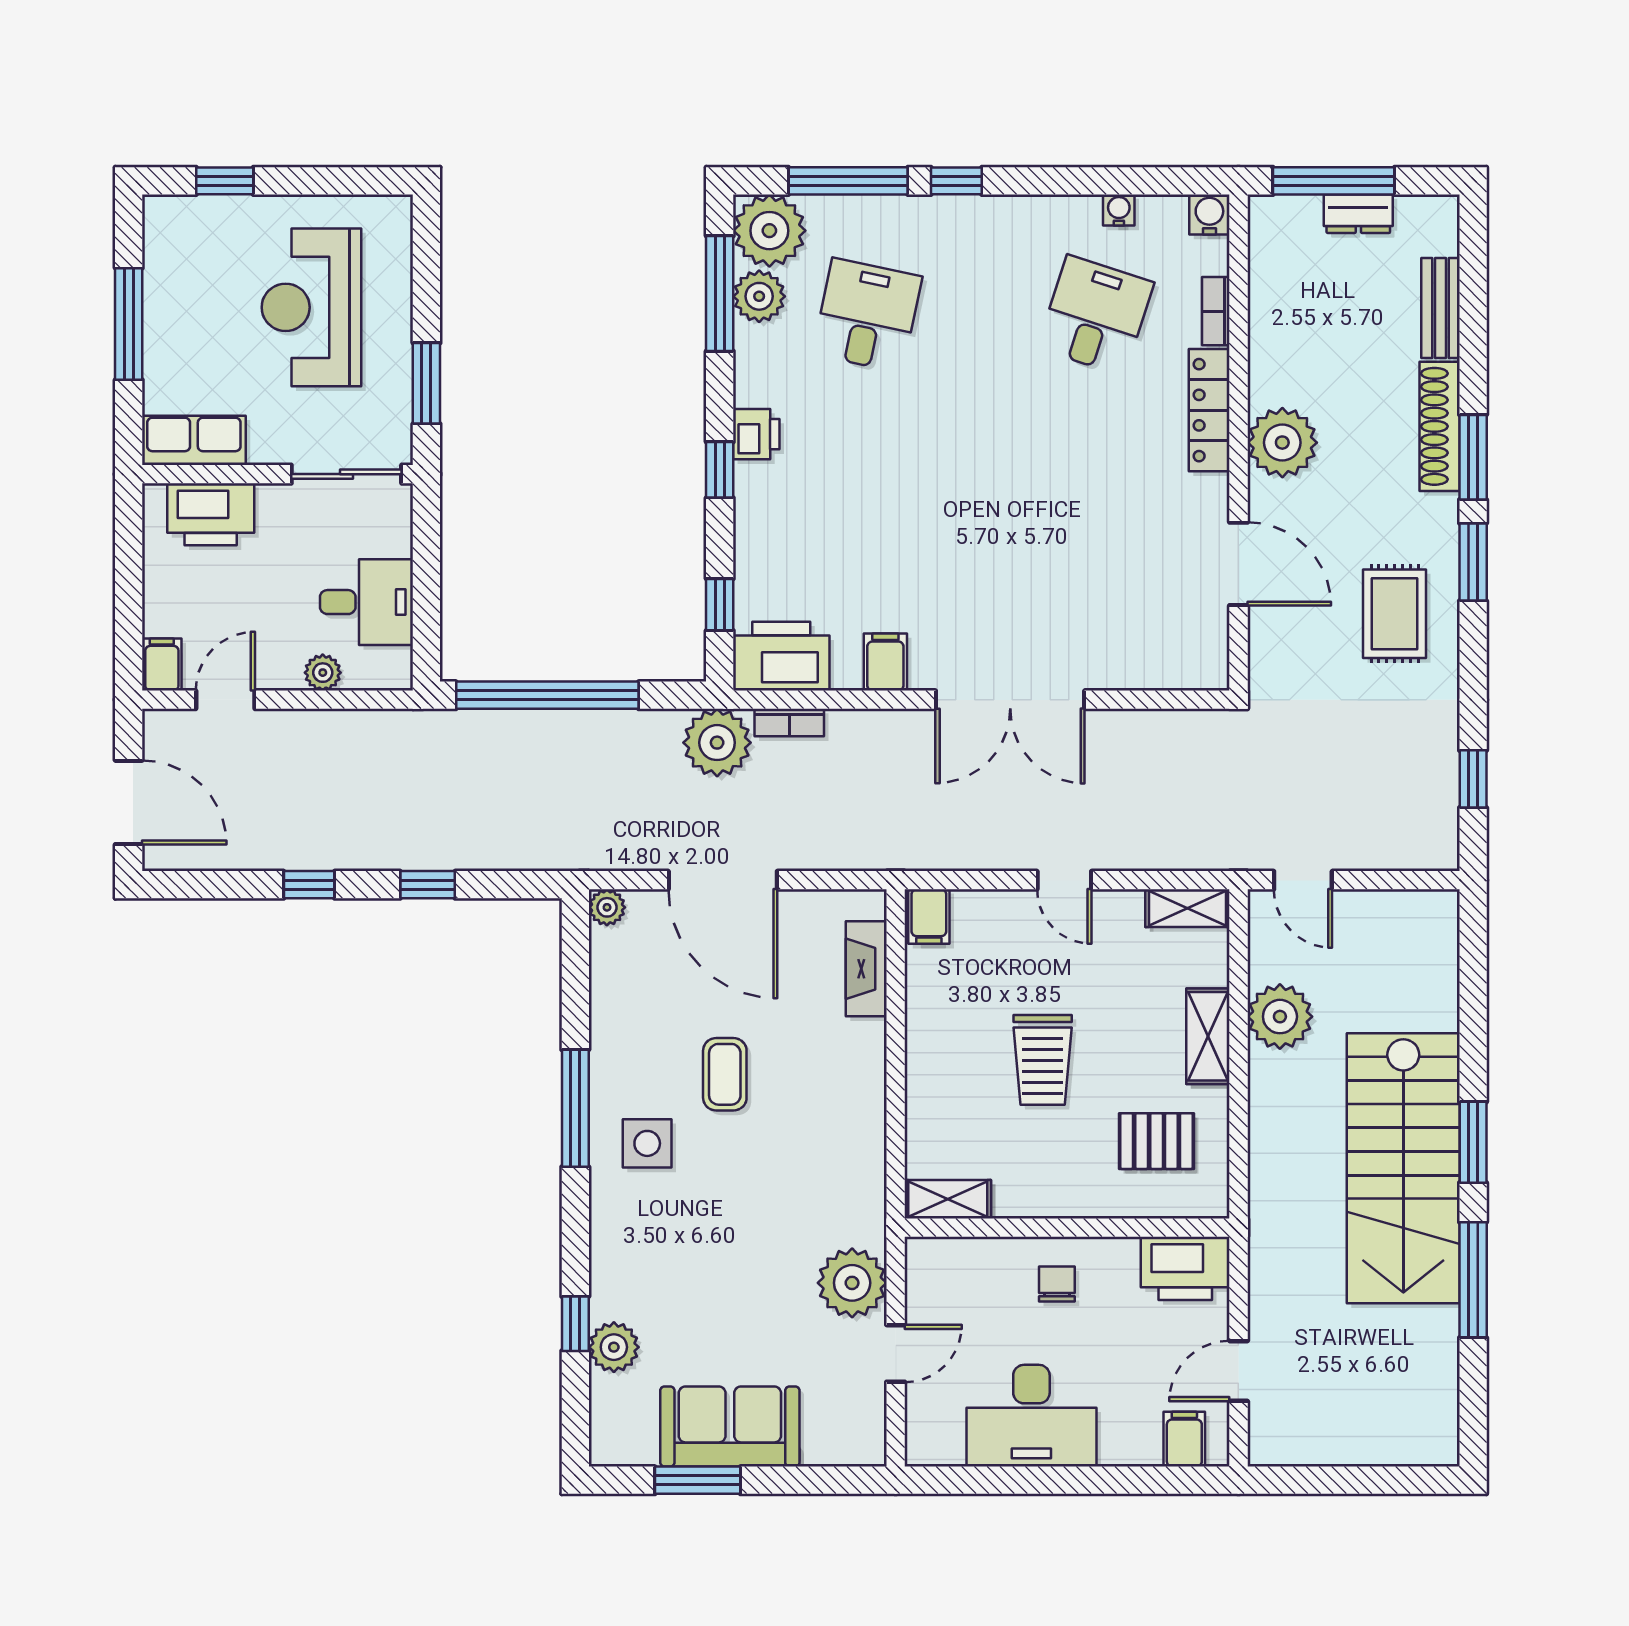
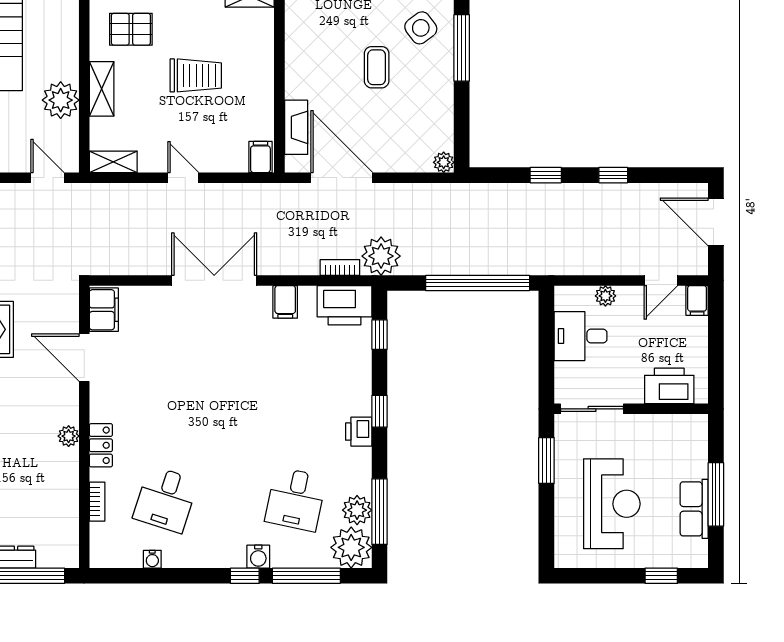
water cooler: (1209, 214) -> (258, 557), moved
locker: (1209, 410) -> (101, 445), width x0.66
row of seats: (194, 440) -> (694, 509), moved, turned 90
plant: (1282, 443) -> (69, 436), width x0.53, depth x0.53
filing cabinet: (1204, 648) -> (104, 310), added
door: (723, 880) -> (342, 178), moved
trolley: (1043, 1060) -> (196, 75), turned 90
side table: (647, 1143) -> (421, 28), turned -37

